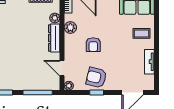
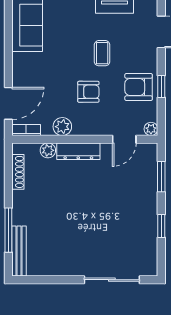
coffee table: (141, 33) -> (102, 53), moved
armchair: (96, 78) -> (139, 87), turned 76
window: (38, 92) -> (161, 177), width x0.69

